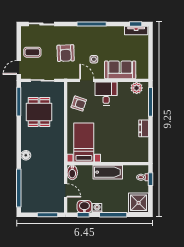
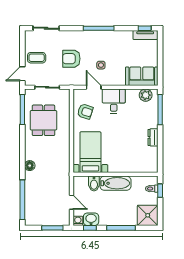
armchair: (66, 53) -> (71, 59), turned 92
sofa: (120, 70) -> (142, 76), moved
bidet: (72, 172) -> (94, 184), moved
washing machine: (97, 208) -> (78, 221), moved

